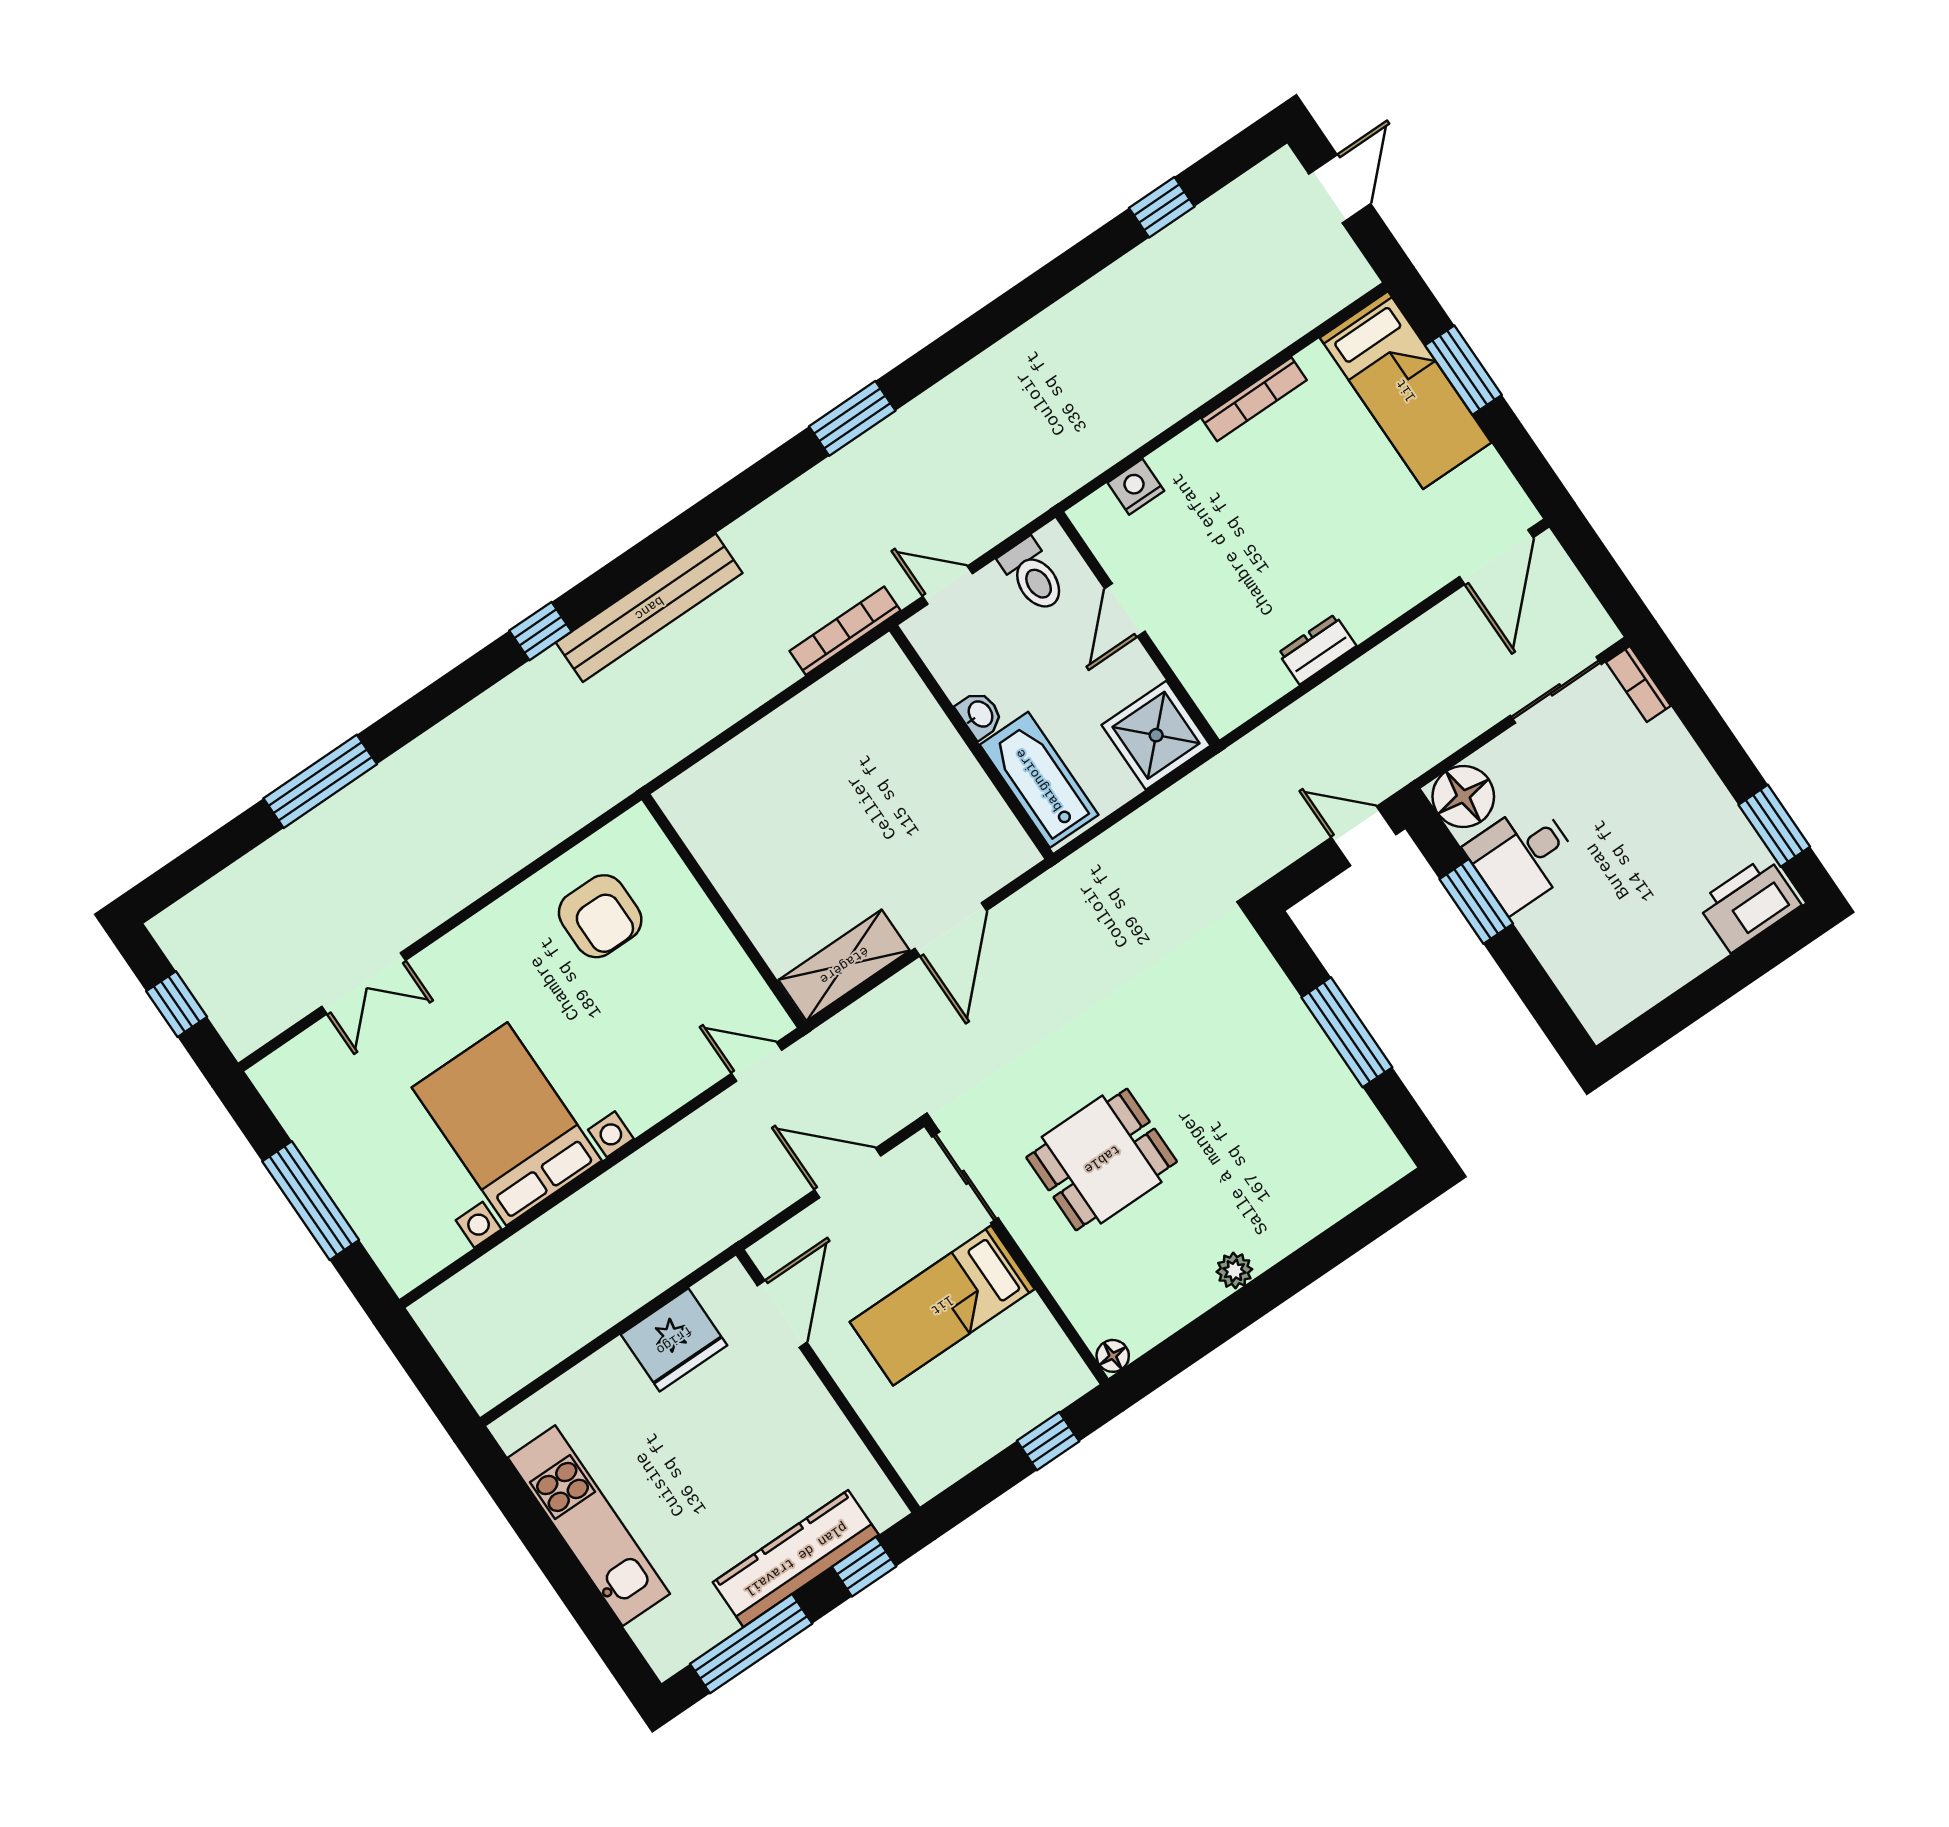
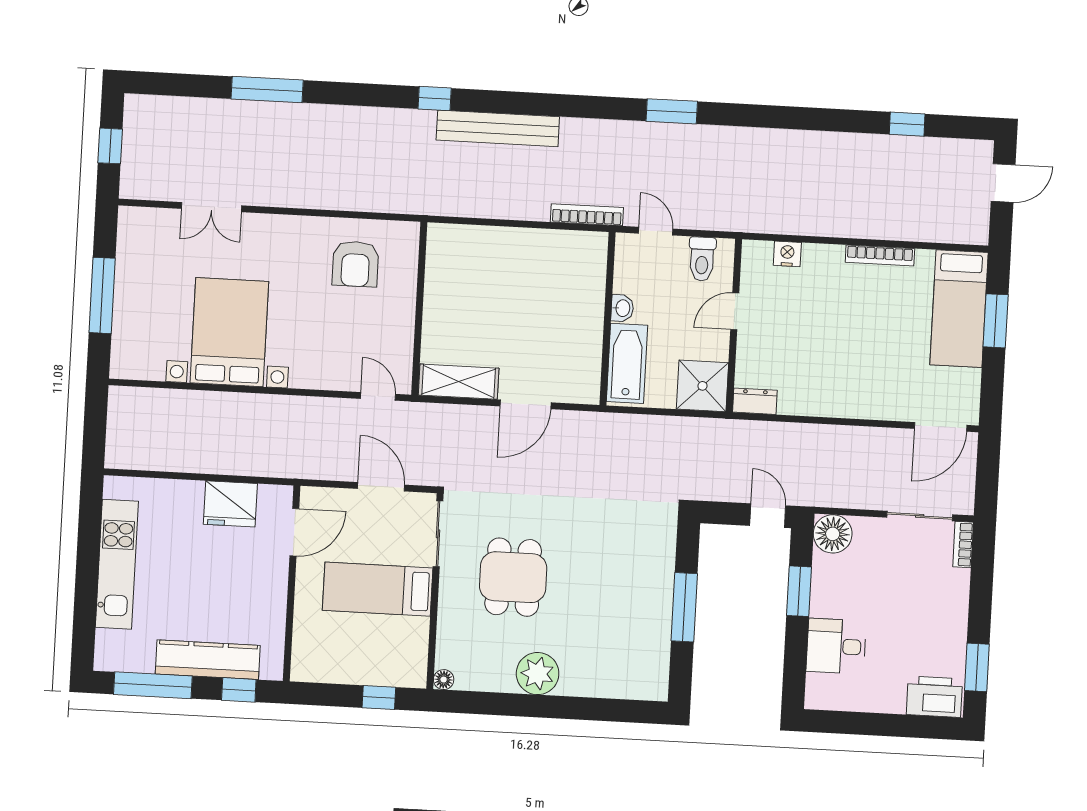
dresser: (1317, 649) -> (755, 401), moved
desk: (1523, 856) -> (836, 646), moved
dining table: (1102, 1159) -> (513, 577), turned 90
plant: (1234, 1271) -> (538, 674), width x1.87, depth x1.87

